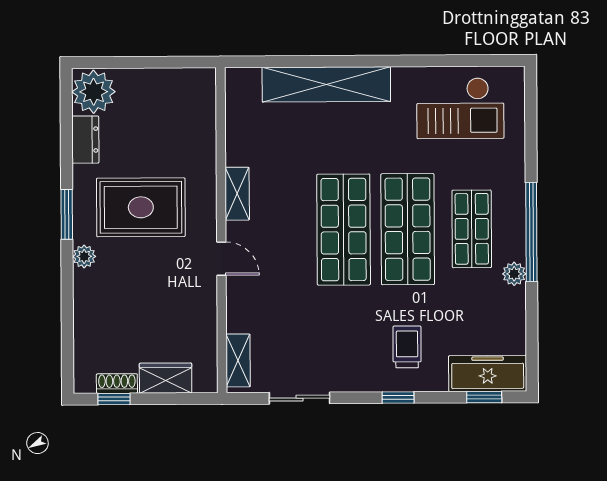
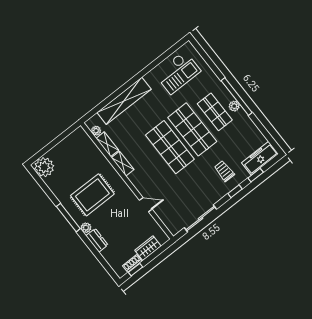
plant: (236, 99) -> (96, 131), added
dresser: (85, 140) -> (97, 240), moved
window: (67, 214) -> (68, 218), width x1.44
door: (221, 259) -> (146, 205), moved
plant: (514, 274) -> (234, 106), moved
shelving: (238, 360) -> (107, 144), moved
window: (484, 397) -> (256, 175), moved
sliding door: (300, 398) -> (201, 218), width x1.37

